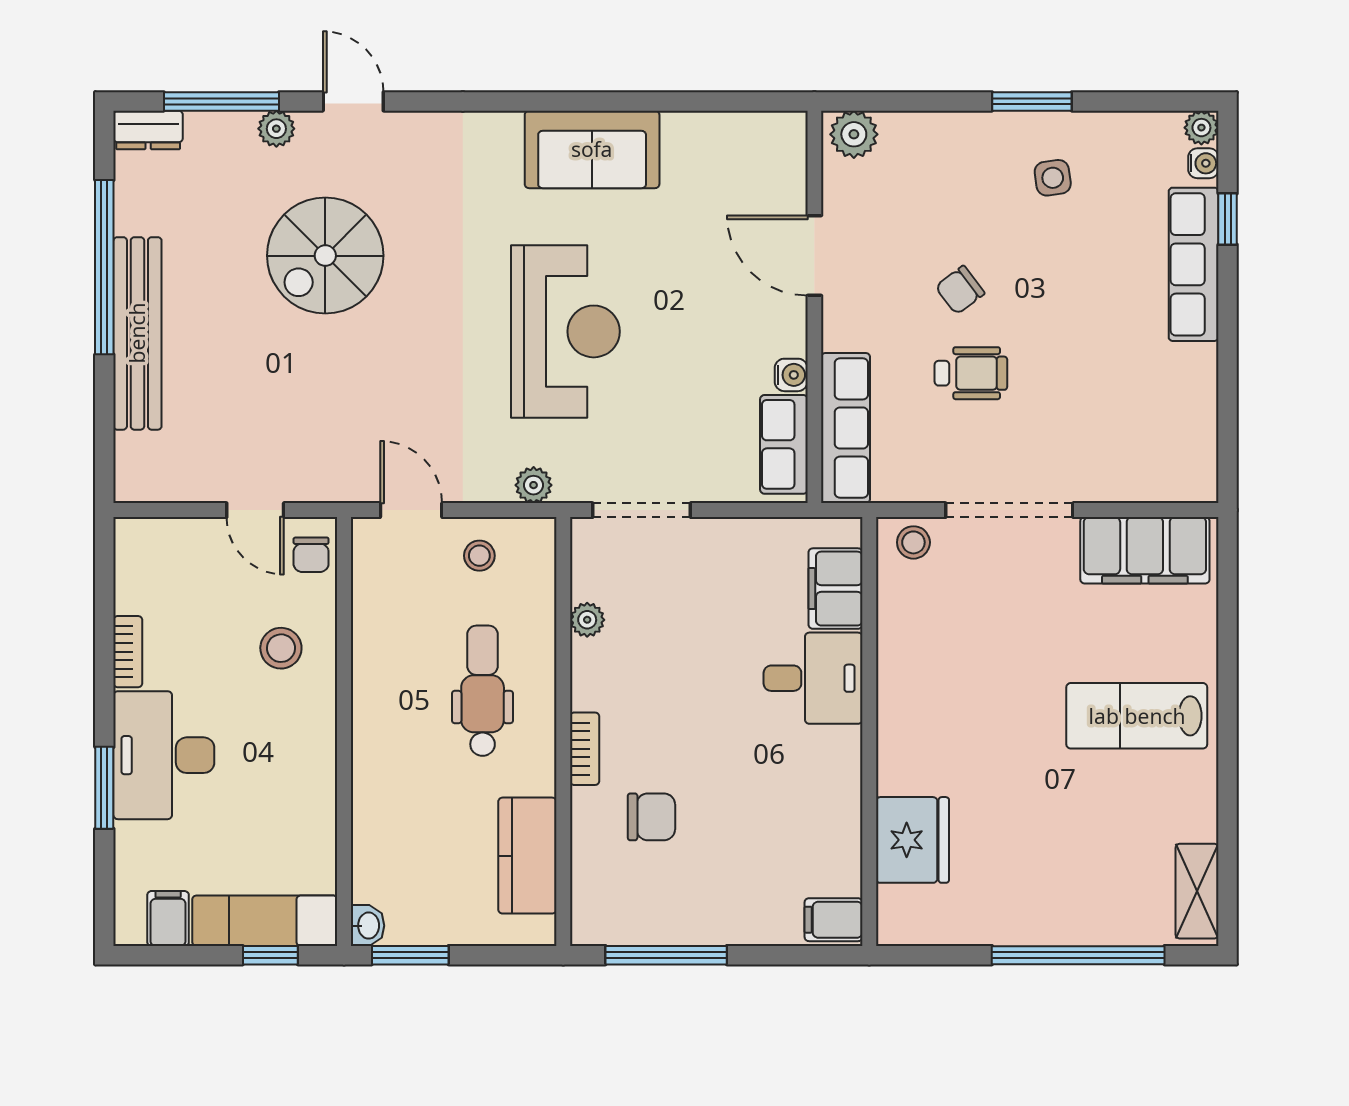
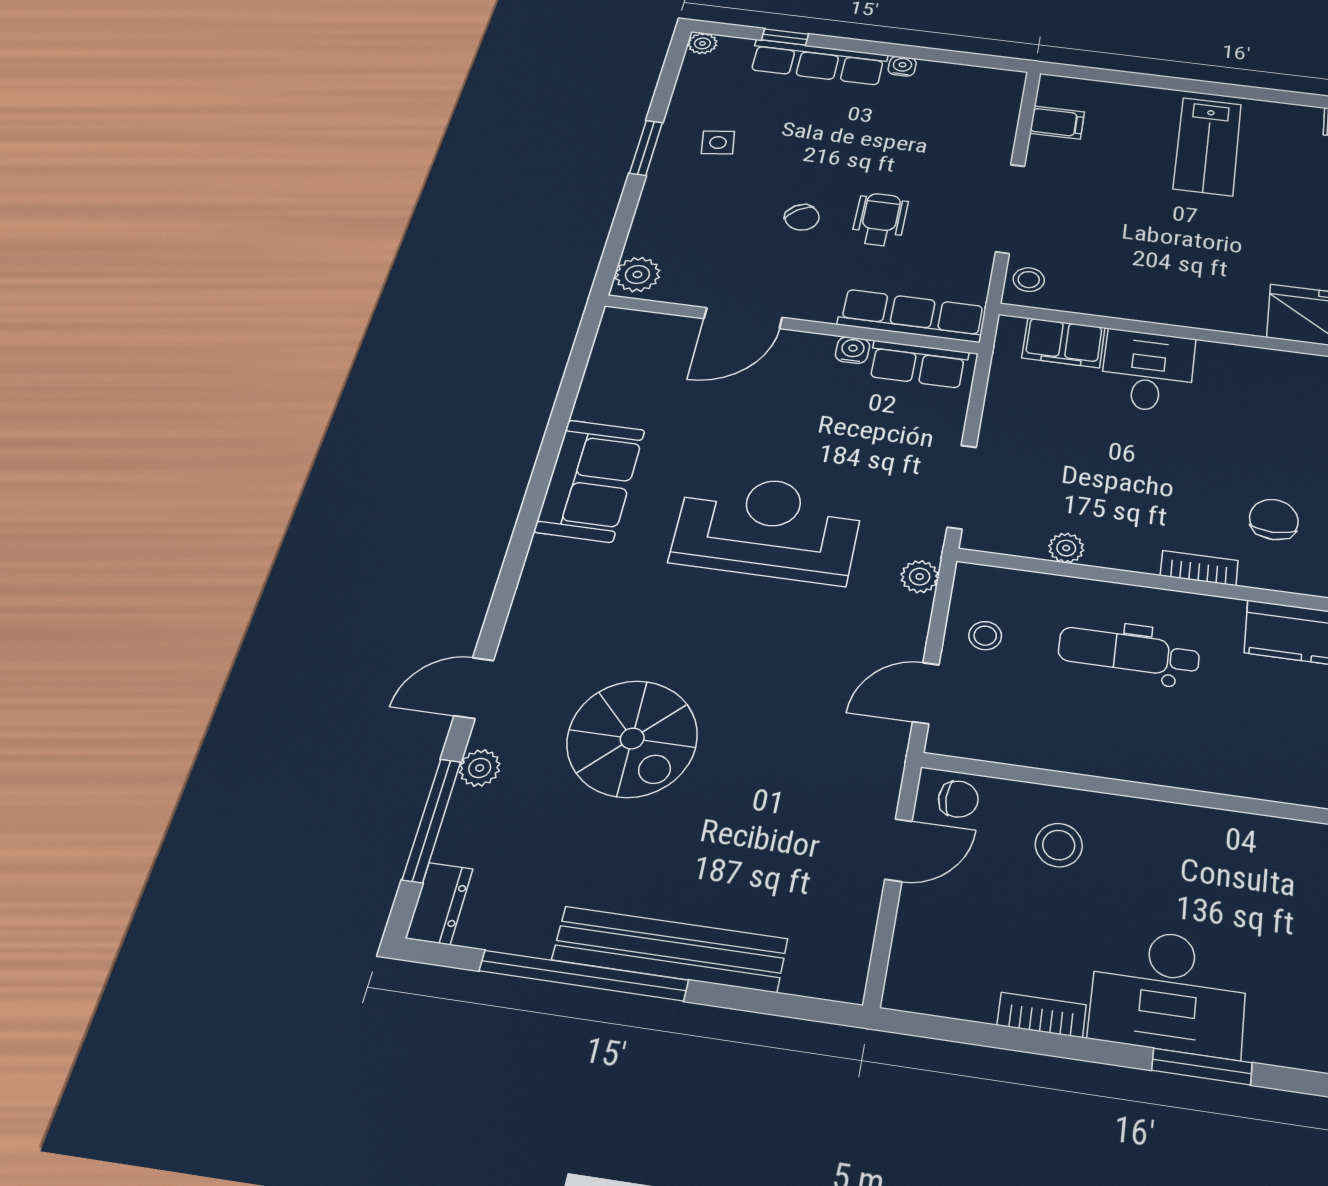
water cooler: (1203, 163) -> (902, 66), moved
filing cabinet: (1145, 550) -> (1057, 123), width x0.33, depth x0.86

